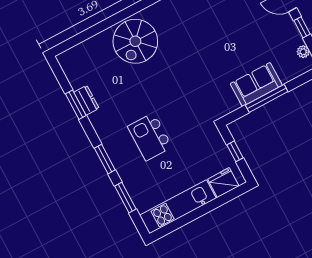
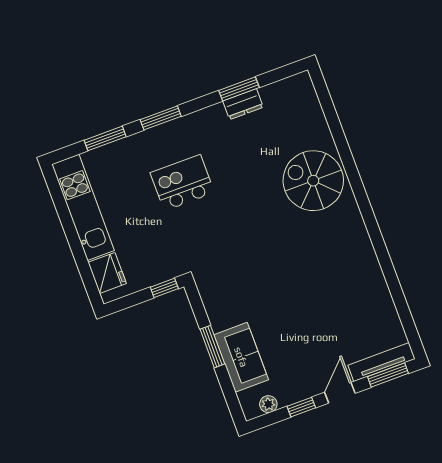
sofa: (256, 84) -> (241, 357), moved
window: (267, 98) -> (212, 347), width x0.69
window: (235, 151) -> (164, 288), moved

